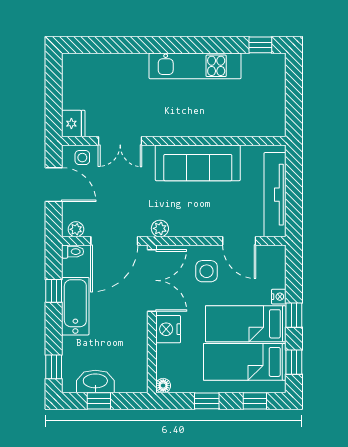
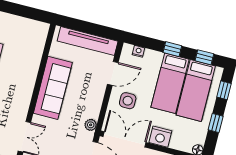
nightstand: (279, 297) -> (138, 51), moved

